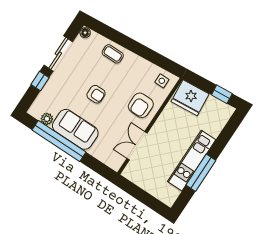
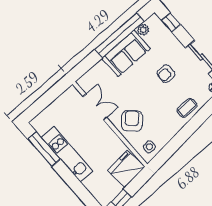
window: (40, 81) -> (171, 22), moved
armchair: (96, 94) -> (166, 74), moved
armchair: (141, 105) -> (132, 121), turned 44
window: (201, 173) -> (44, 149), moved

